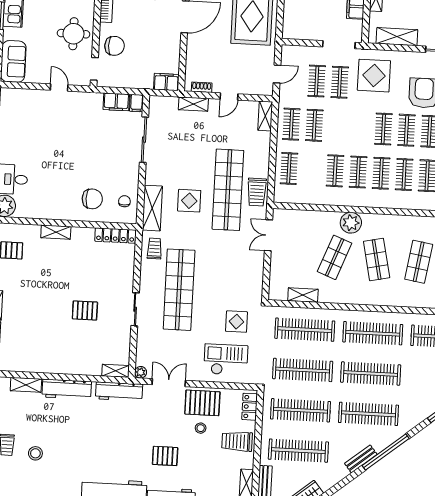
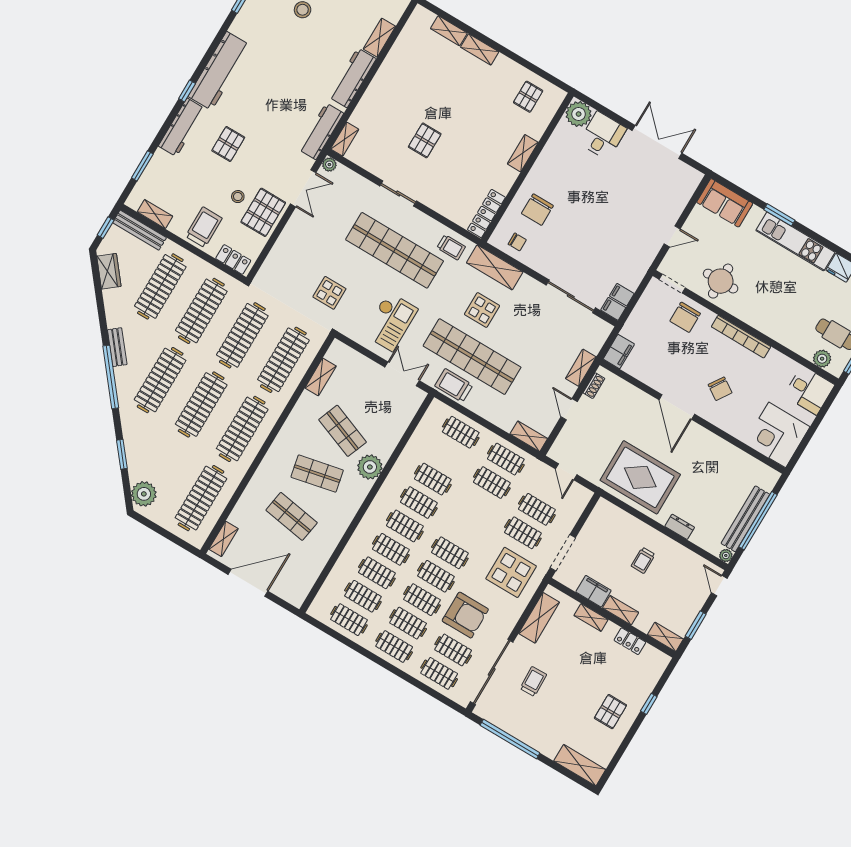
filing cabinet: (116, 102) -> (622, 295), width x0.50
checkout: (226, 360) -> (390, 322), moved

